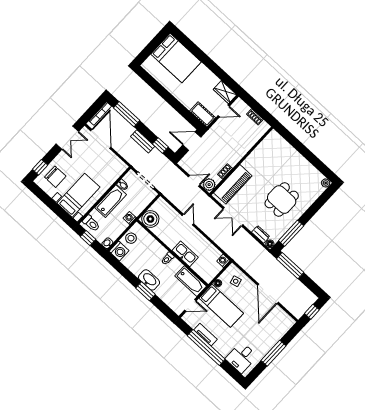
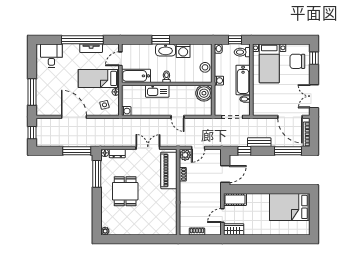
bed: (176, 58) -> (290, 207), moved
washing machine: (119, 251) -> (183, 51), moved, turned -90
window: (273, 353) -> (32, 92), moved

